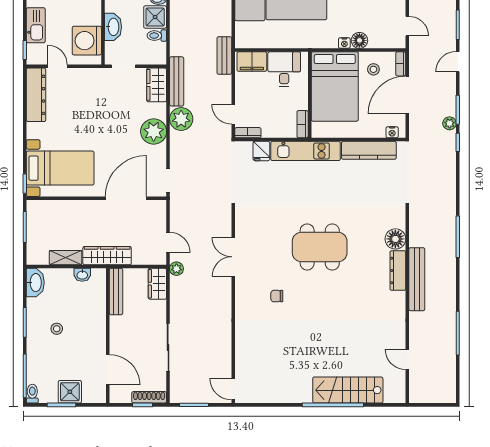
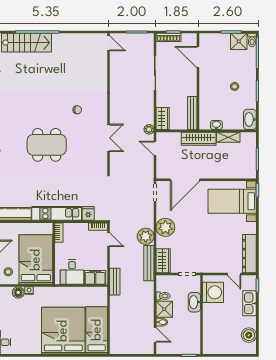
shower: (70, 392) -> (239, 41), moved

